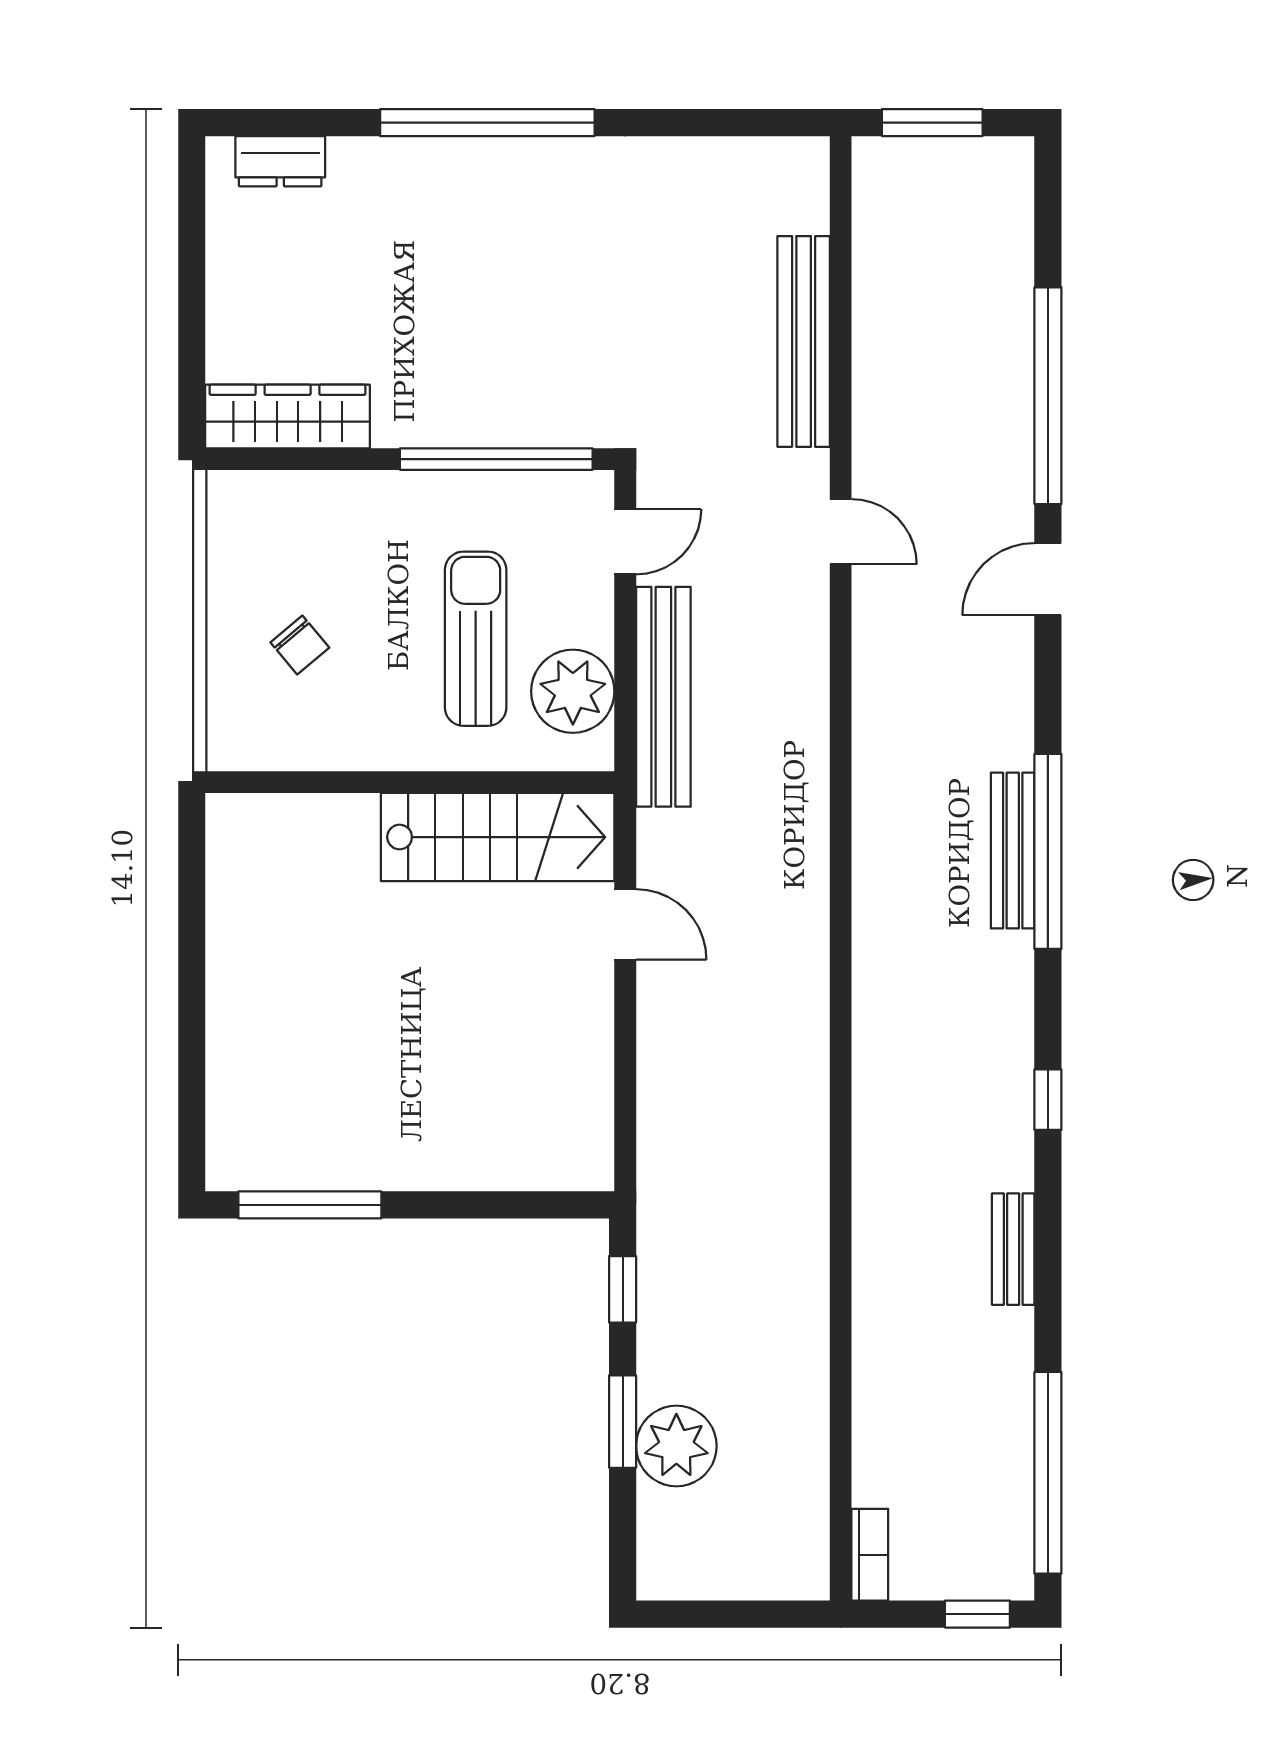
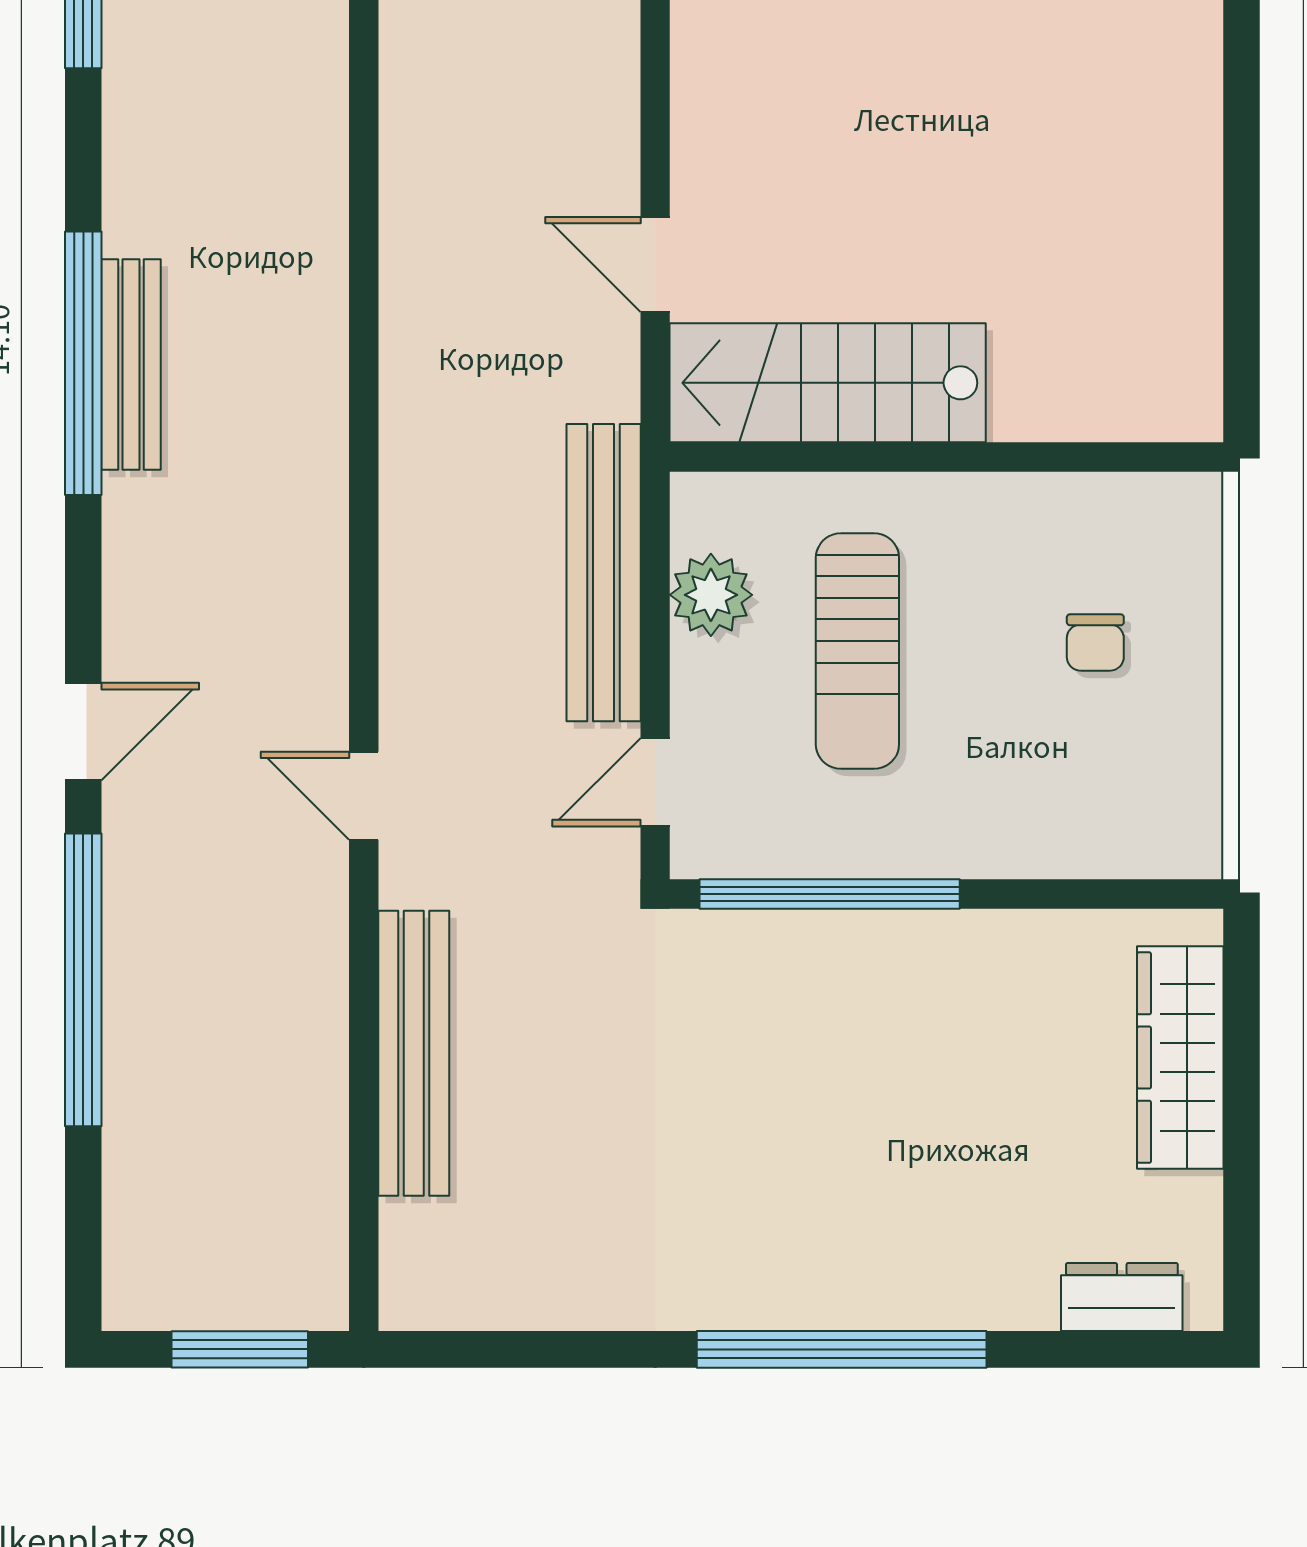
wardrobe: (288, 417) -> (1180, 1058), moved, turned 90
chair: (300, 645) -> (1095, 642), turned -140
plant: (573, 691) -> (711, 595), width x0.73, depth x0.73

